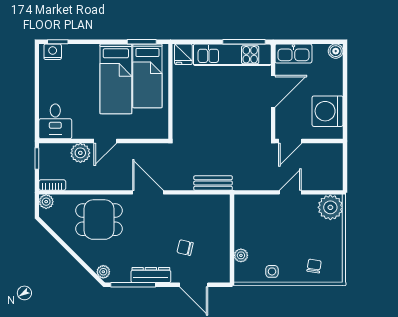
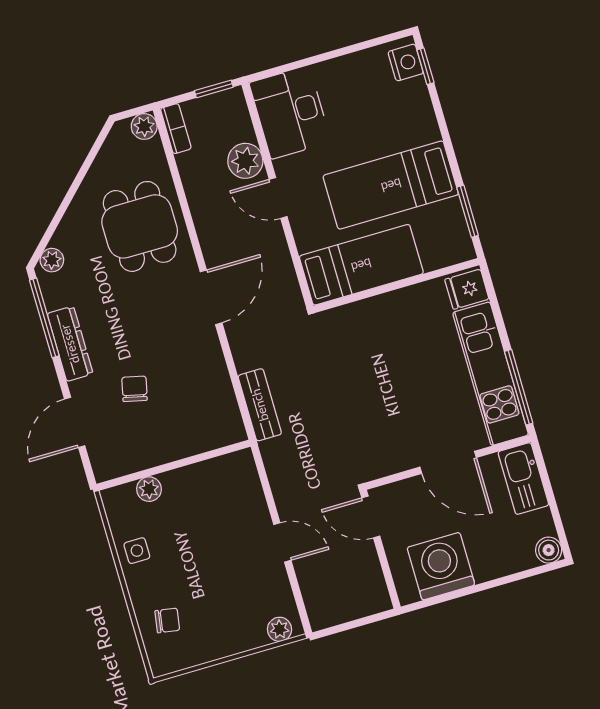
bed: (147, 76) -> (361, 265), moved, turned 180
desk: (55, 121) -> (290, 112), width x1.37
plant: (330, 207) -> (280, 629), width x0.53, depth x0.53

